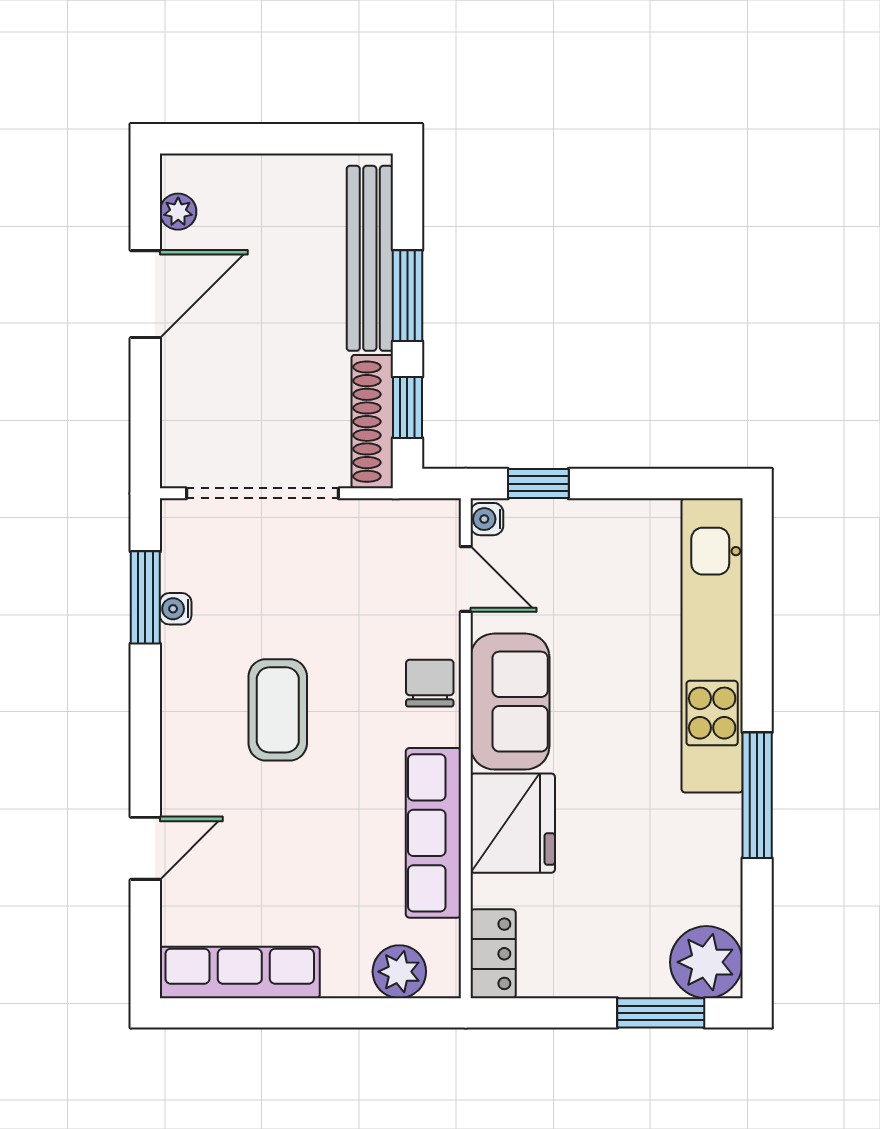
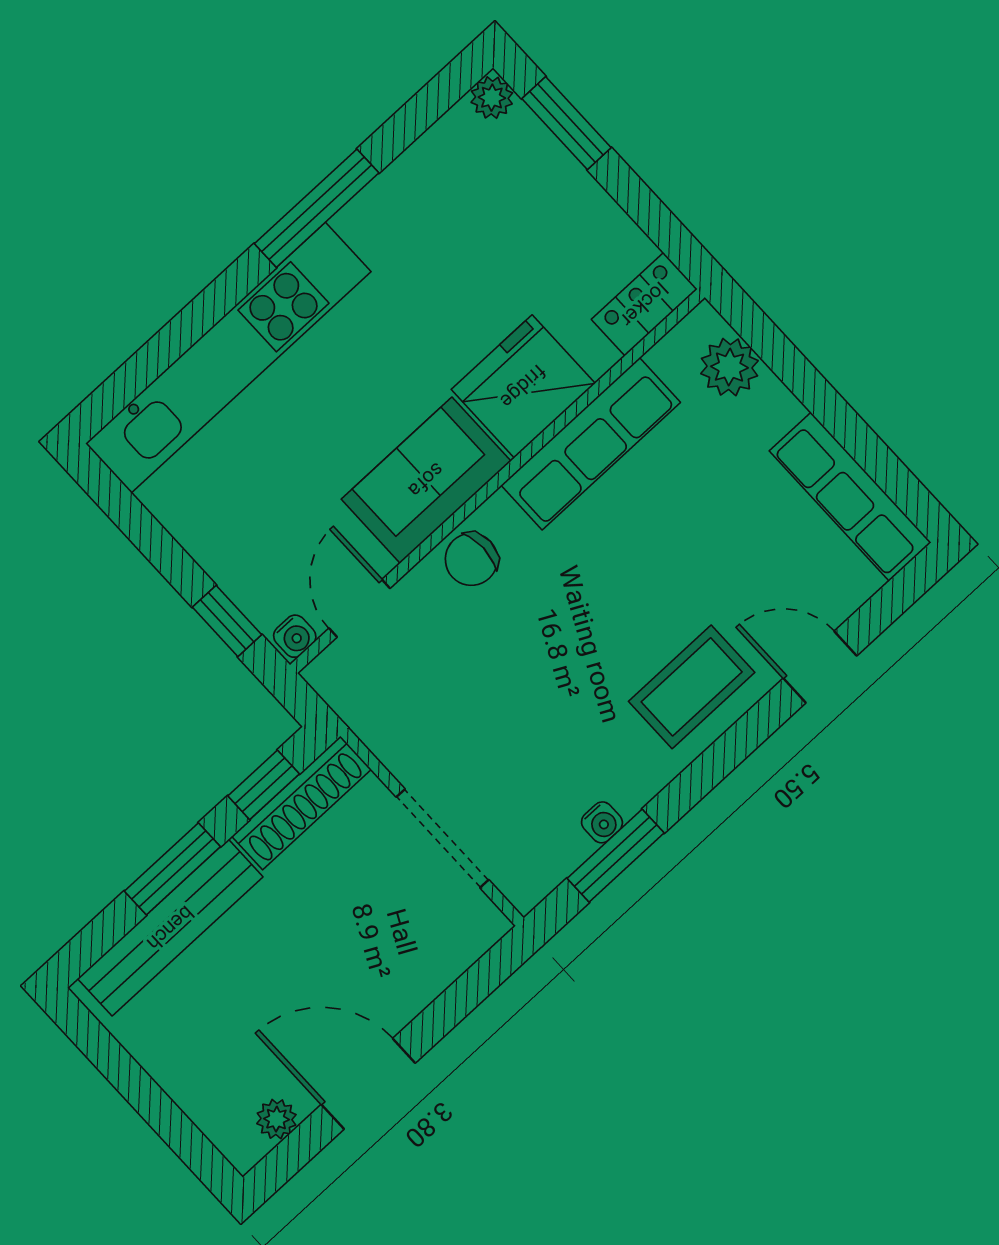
doorway: (262, 493) -> (442, 838), width x0.73
coffee table: (278, 710) -> (692, 687), moved
plant: (706, 962) -> (492, 98), width x0.53, depth x0.53

